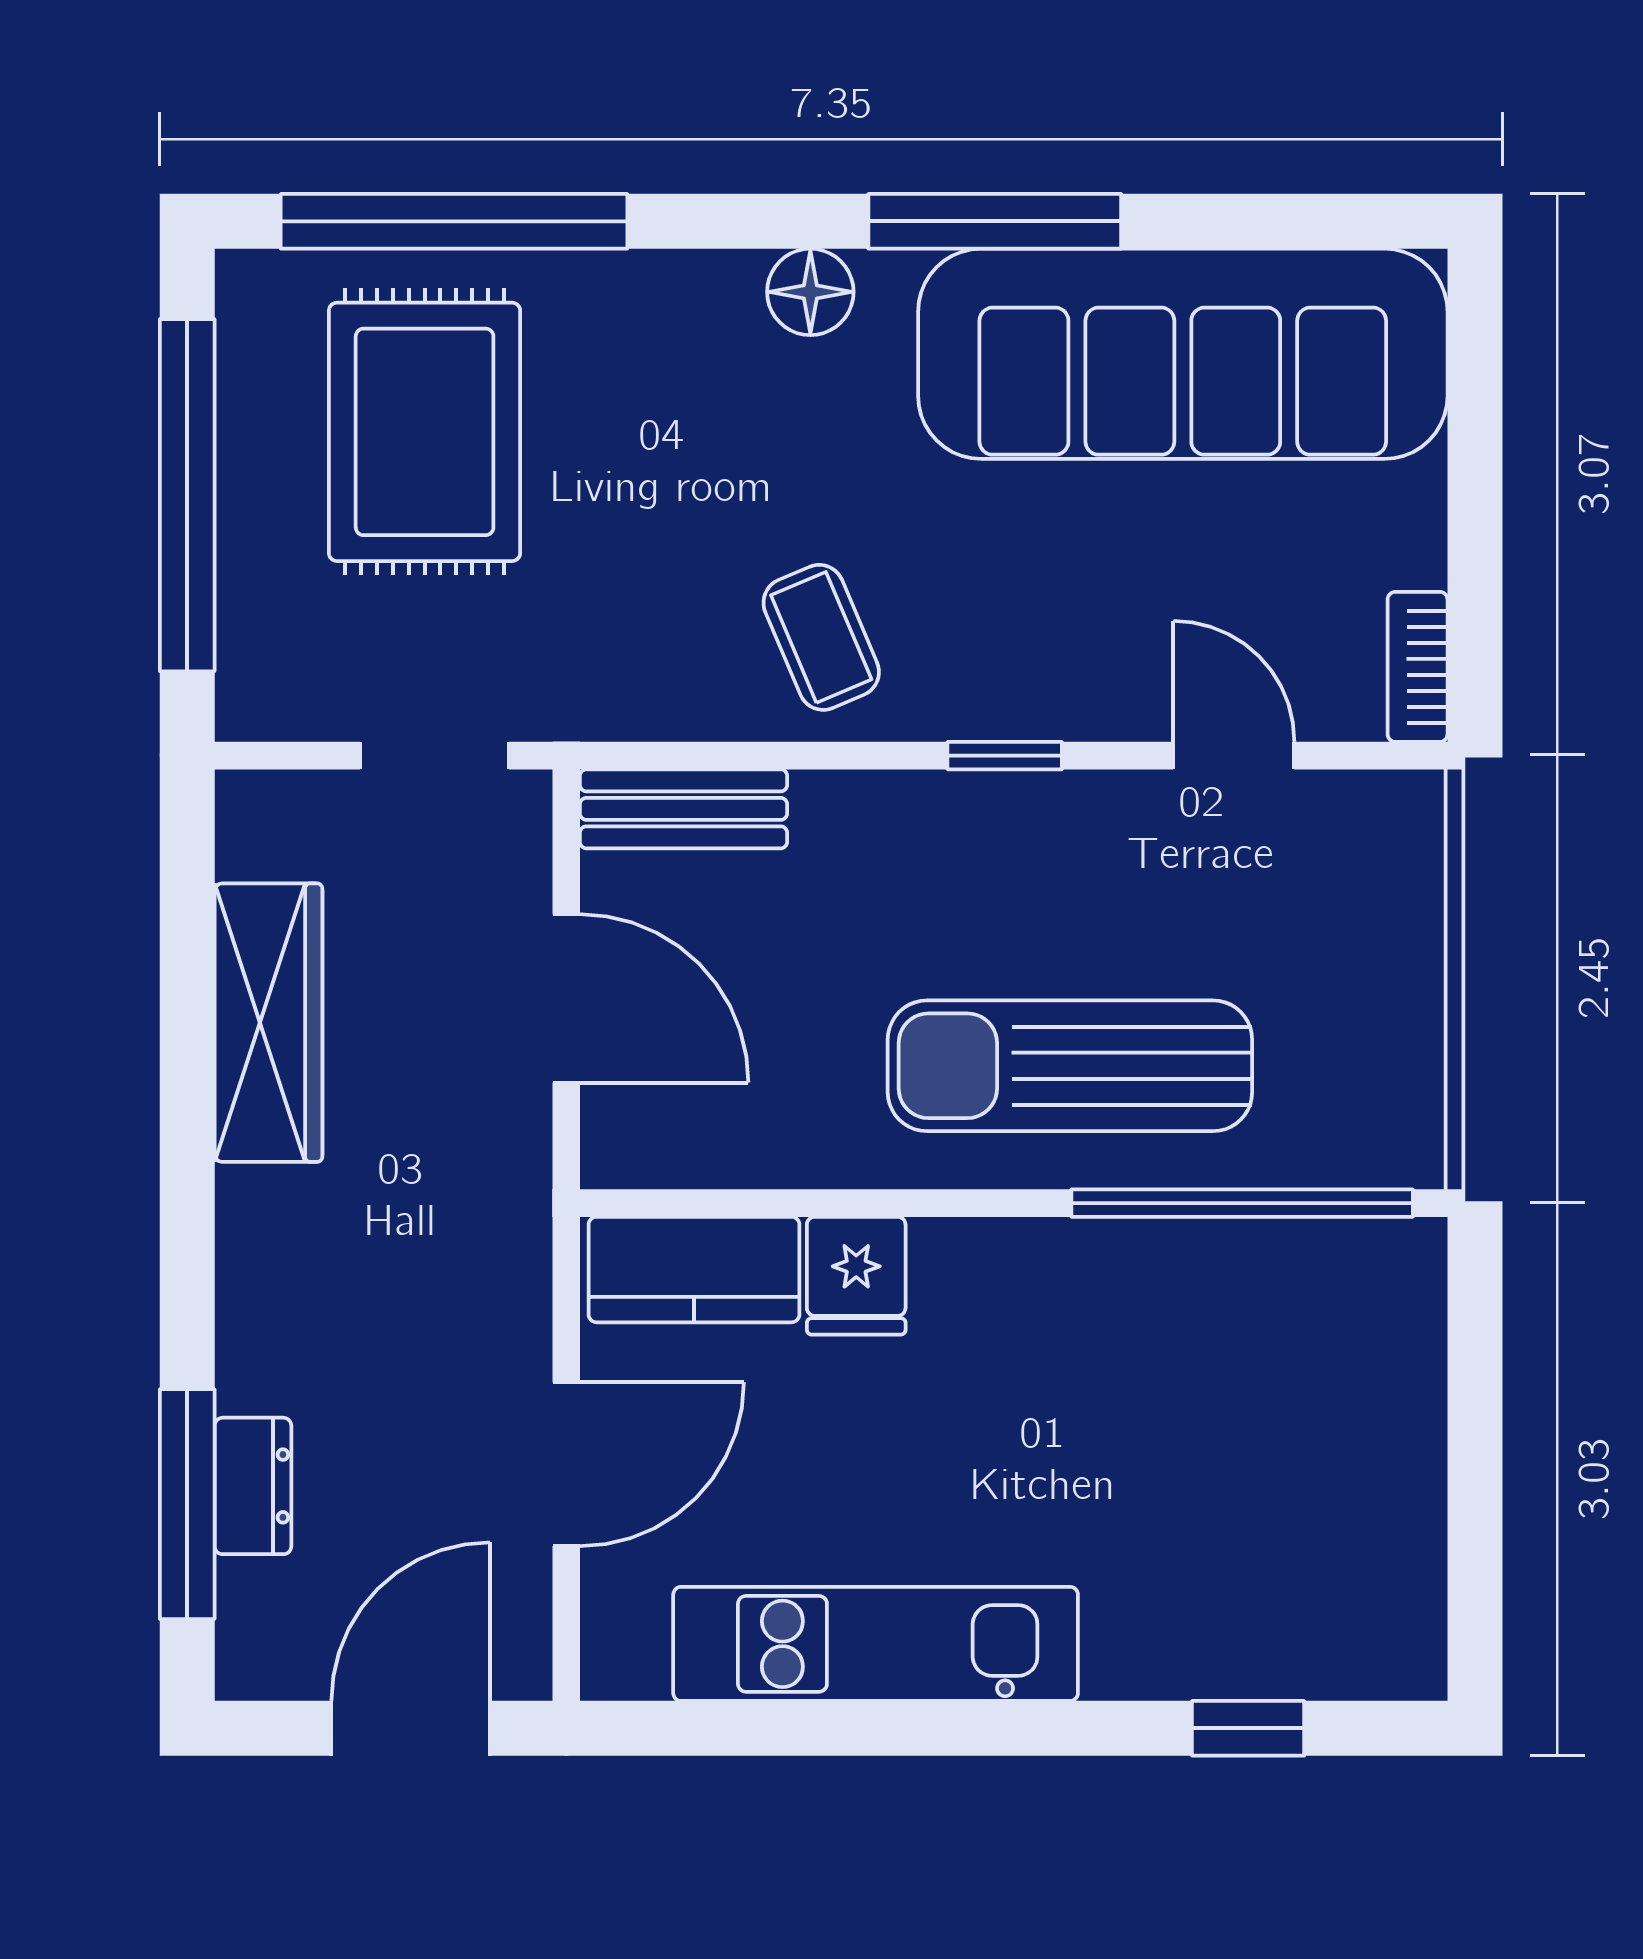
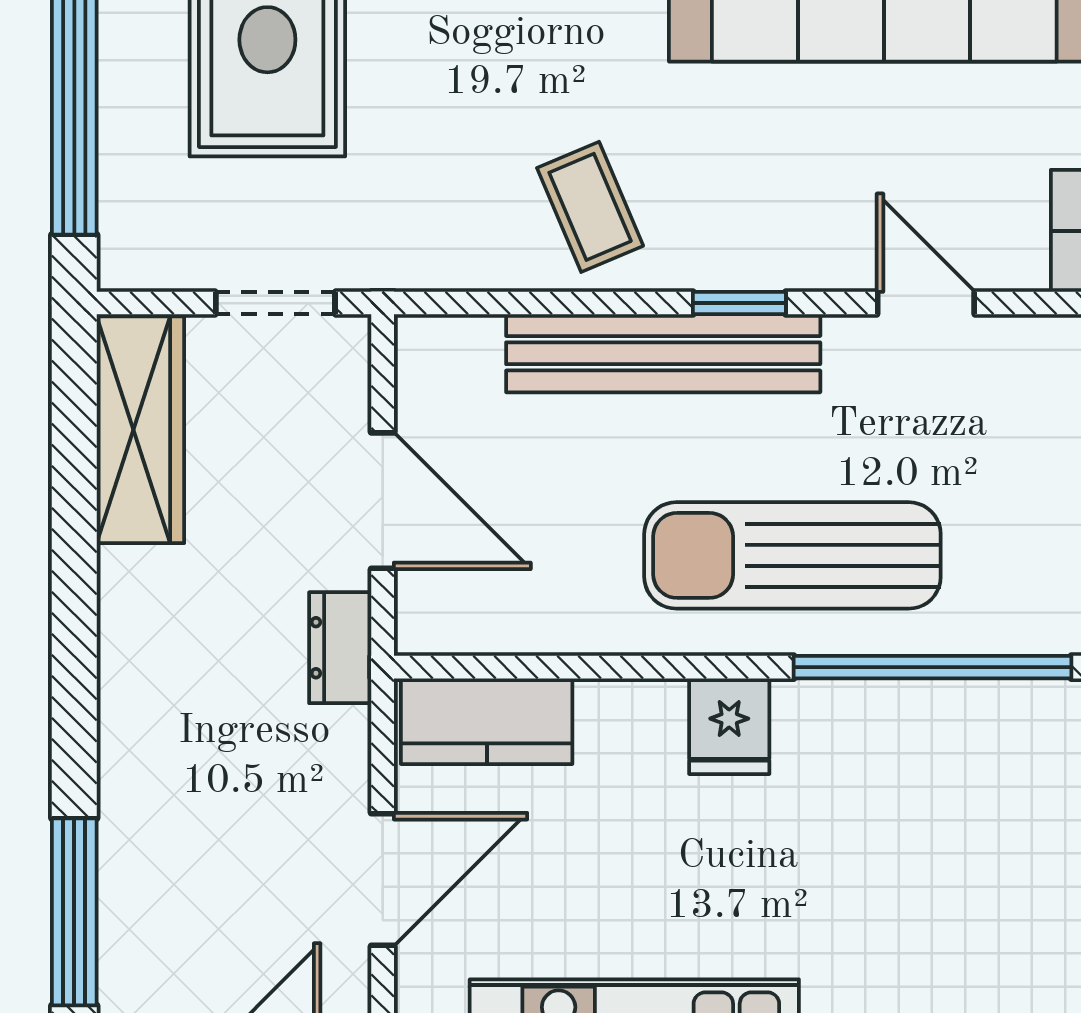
bench: (684, 809) -> (663, 353), moved, width x1.86, depth x1.21
wardrobe: (268, 1023) -> (140, 430), moved
fridge: (856, 1276) -> (729, 726), moved
dresser: (253, 1486) -> (340, 648), moved, turned 180

